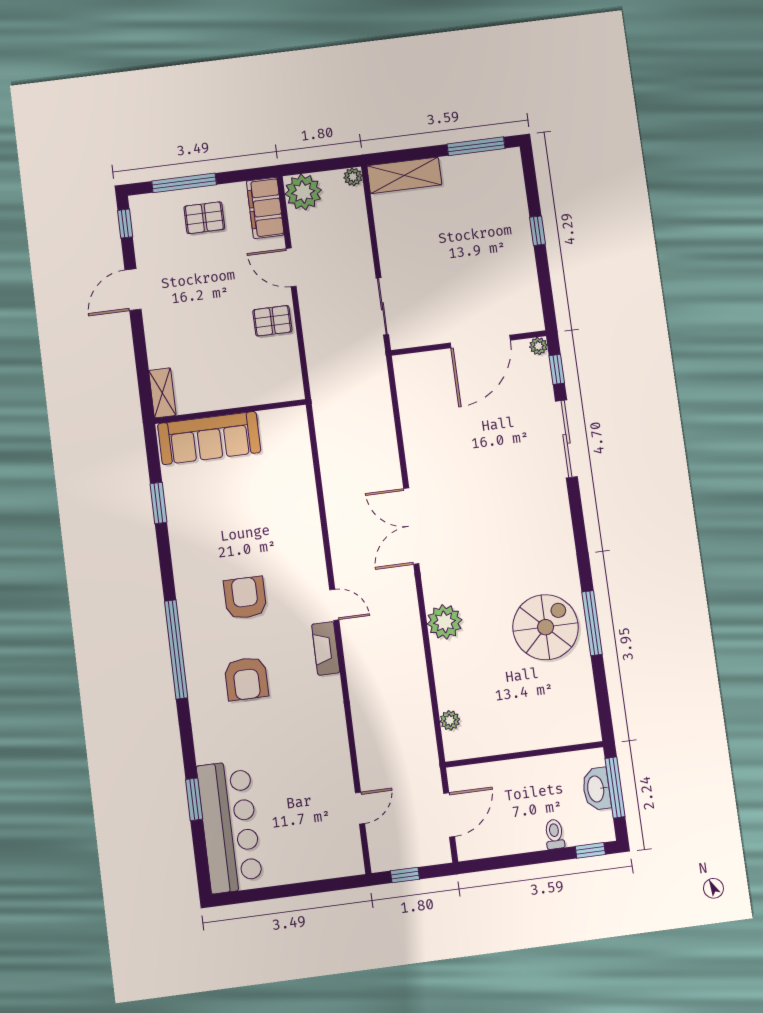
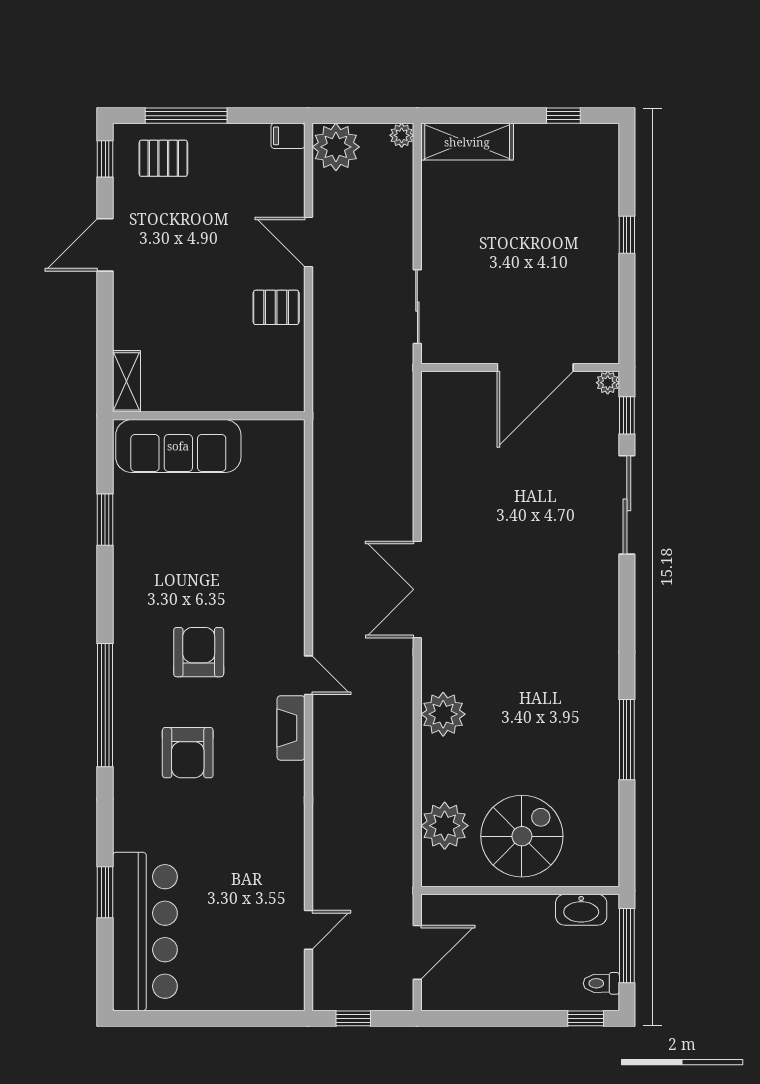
window: (476, 146) -> (563, 116), width x0.46
filing cabinet: (265, 208) -> (288, 136), width x0.33, depth x0.86
pallet: (204, 218) -> (163, 158), moved
spiral stairs: (546, 627) -> (522, 836), moved
plant: (450, 720) -> (445, 826), width x1.88, depth x1.88
washbasin: (596, 789) -> (581, 910), moved, turned -90
toilet: (554, 834) -> (601, 983), moved, turned -90

